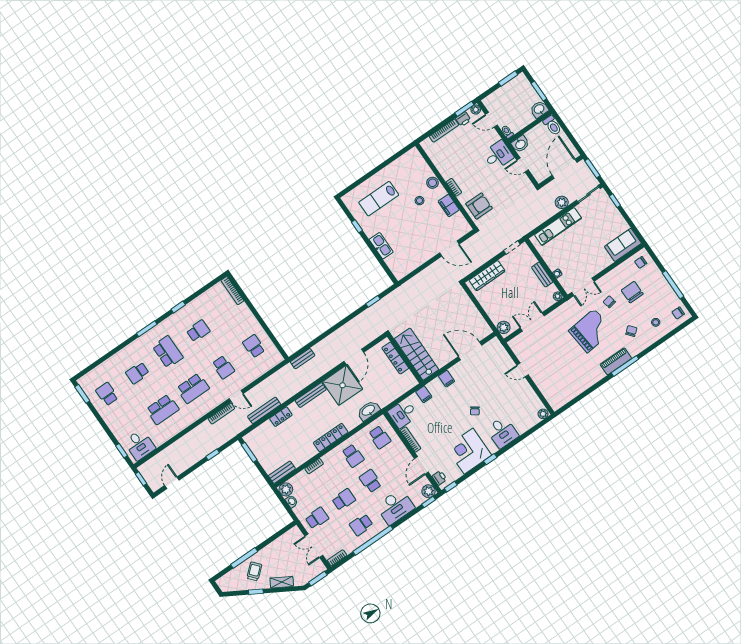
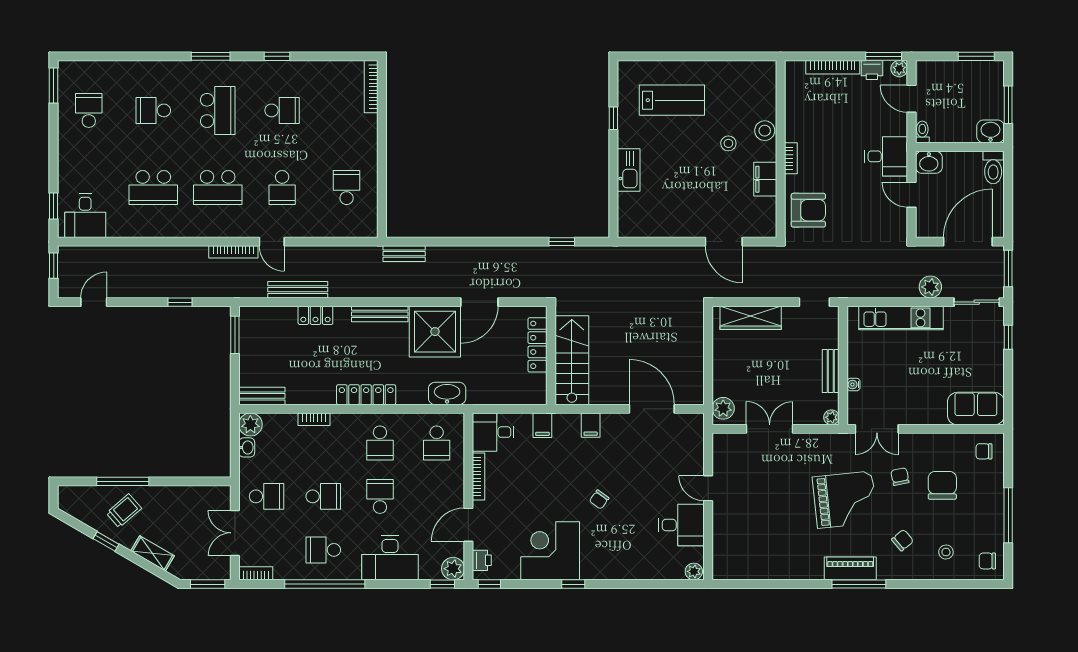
lab bench: (379, 199) -> (672, 100), turned 180
desk: (502, 432) -> (681, 525), moved, turned -90

